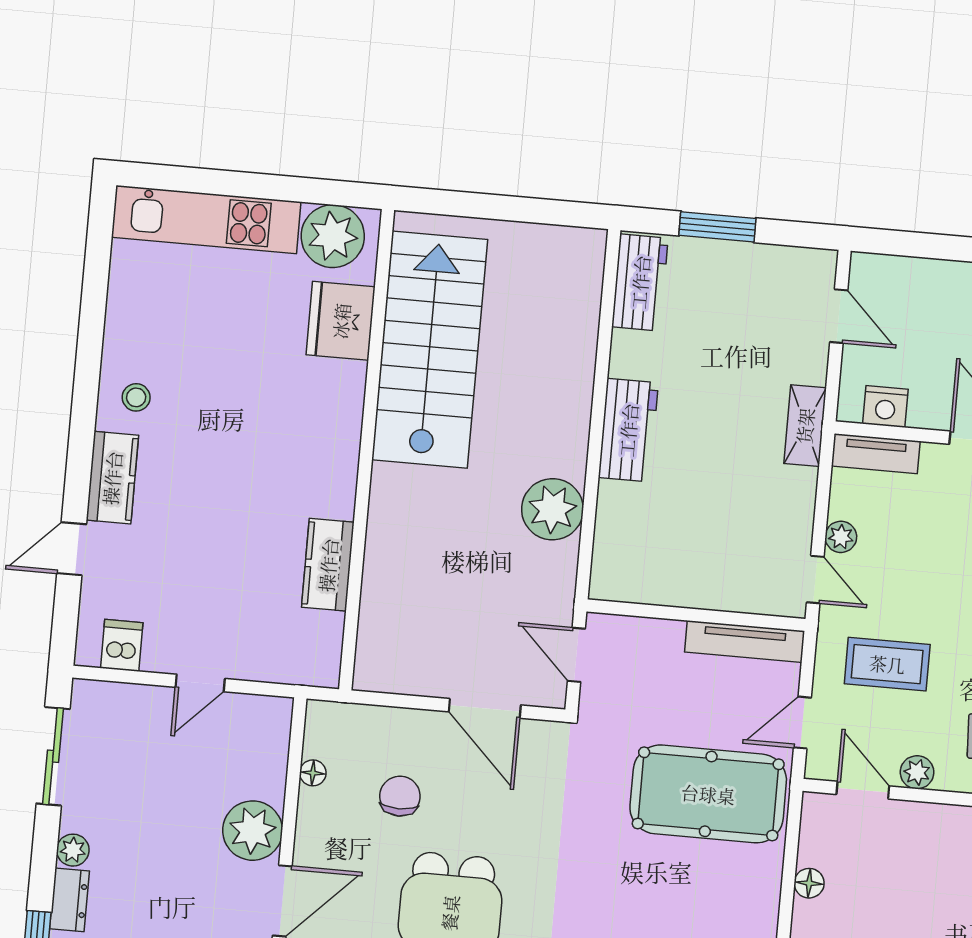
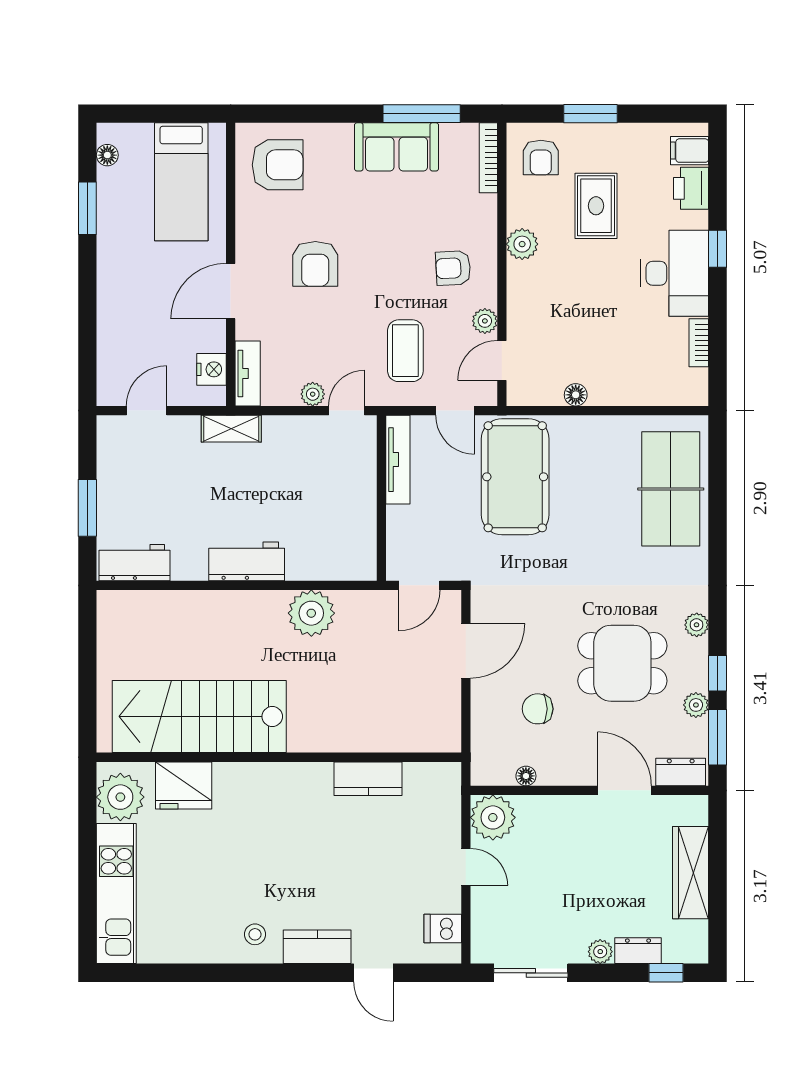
plant: (253, 831) -> (493, 817), moved

